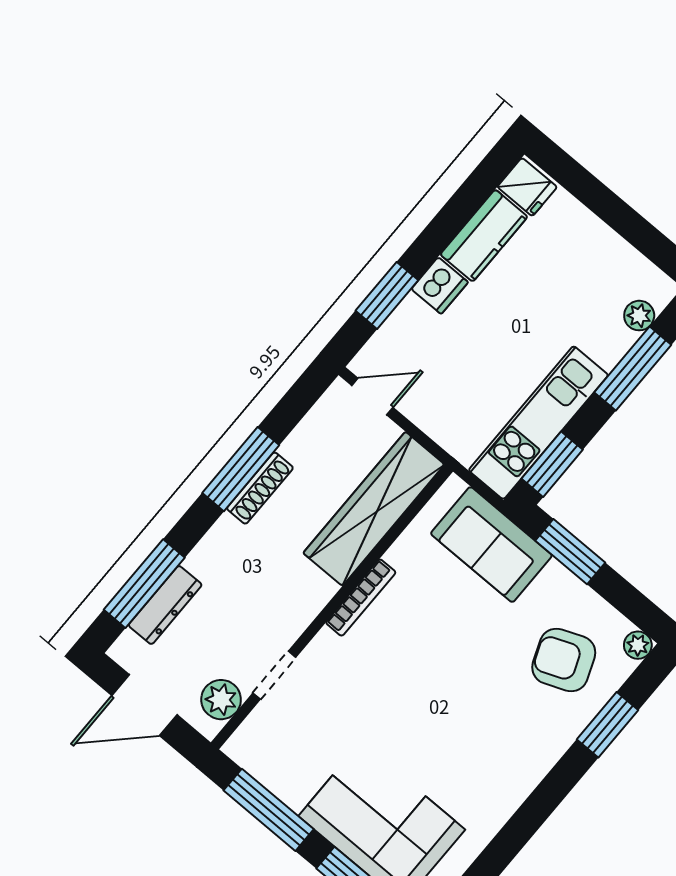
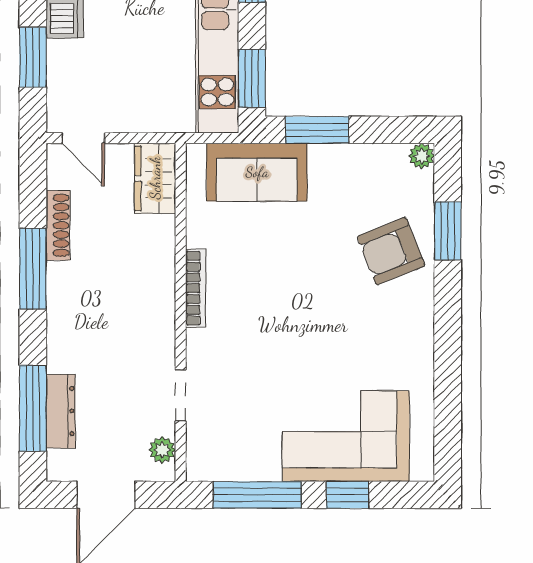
door: (372, 397) -> (83, 138), swing flipped
shoe rack: (260, 488) -> (58, 225), moved
wardrobe: (374, 509) -> (155, 178), width x0.48, depth x0.85
armchair: (564, 660) -> (391, 251), moved
plant: (221, 700) -> (162, 450), width x0.73, depth x0.73

